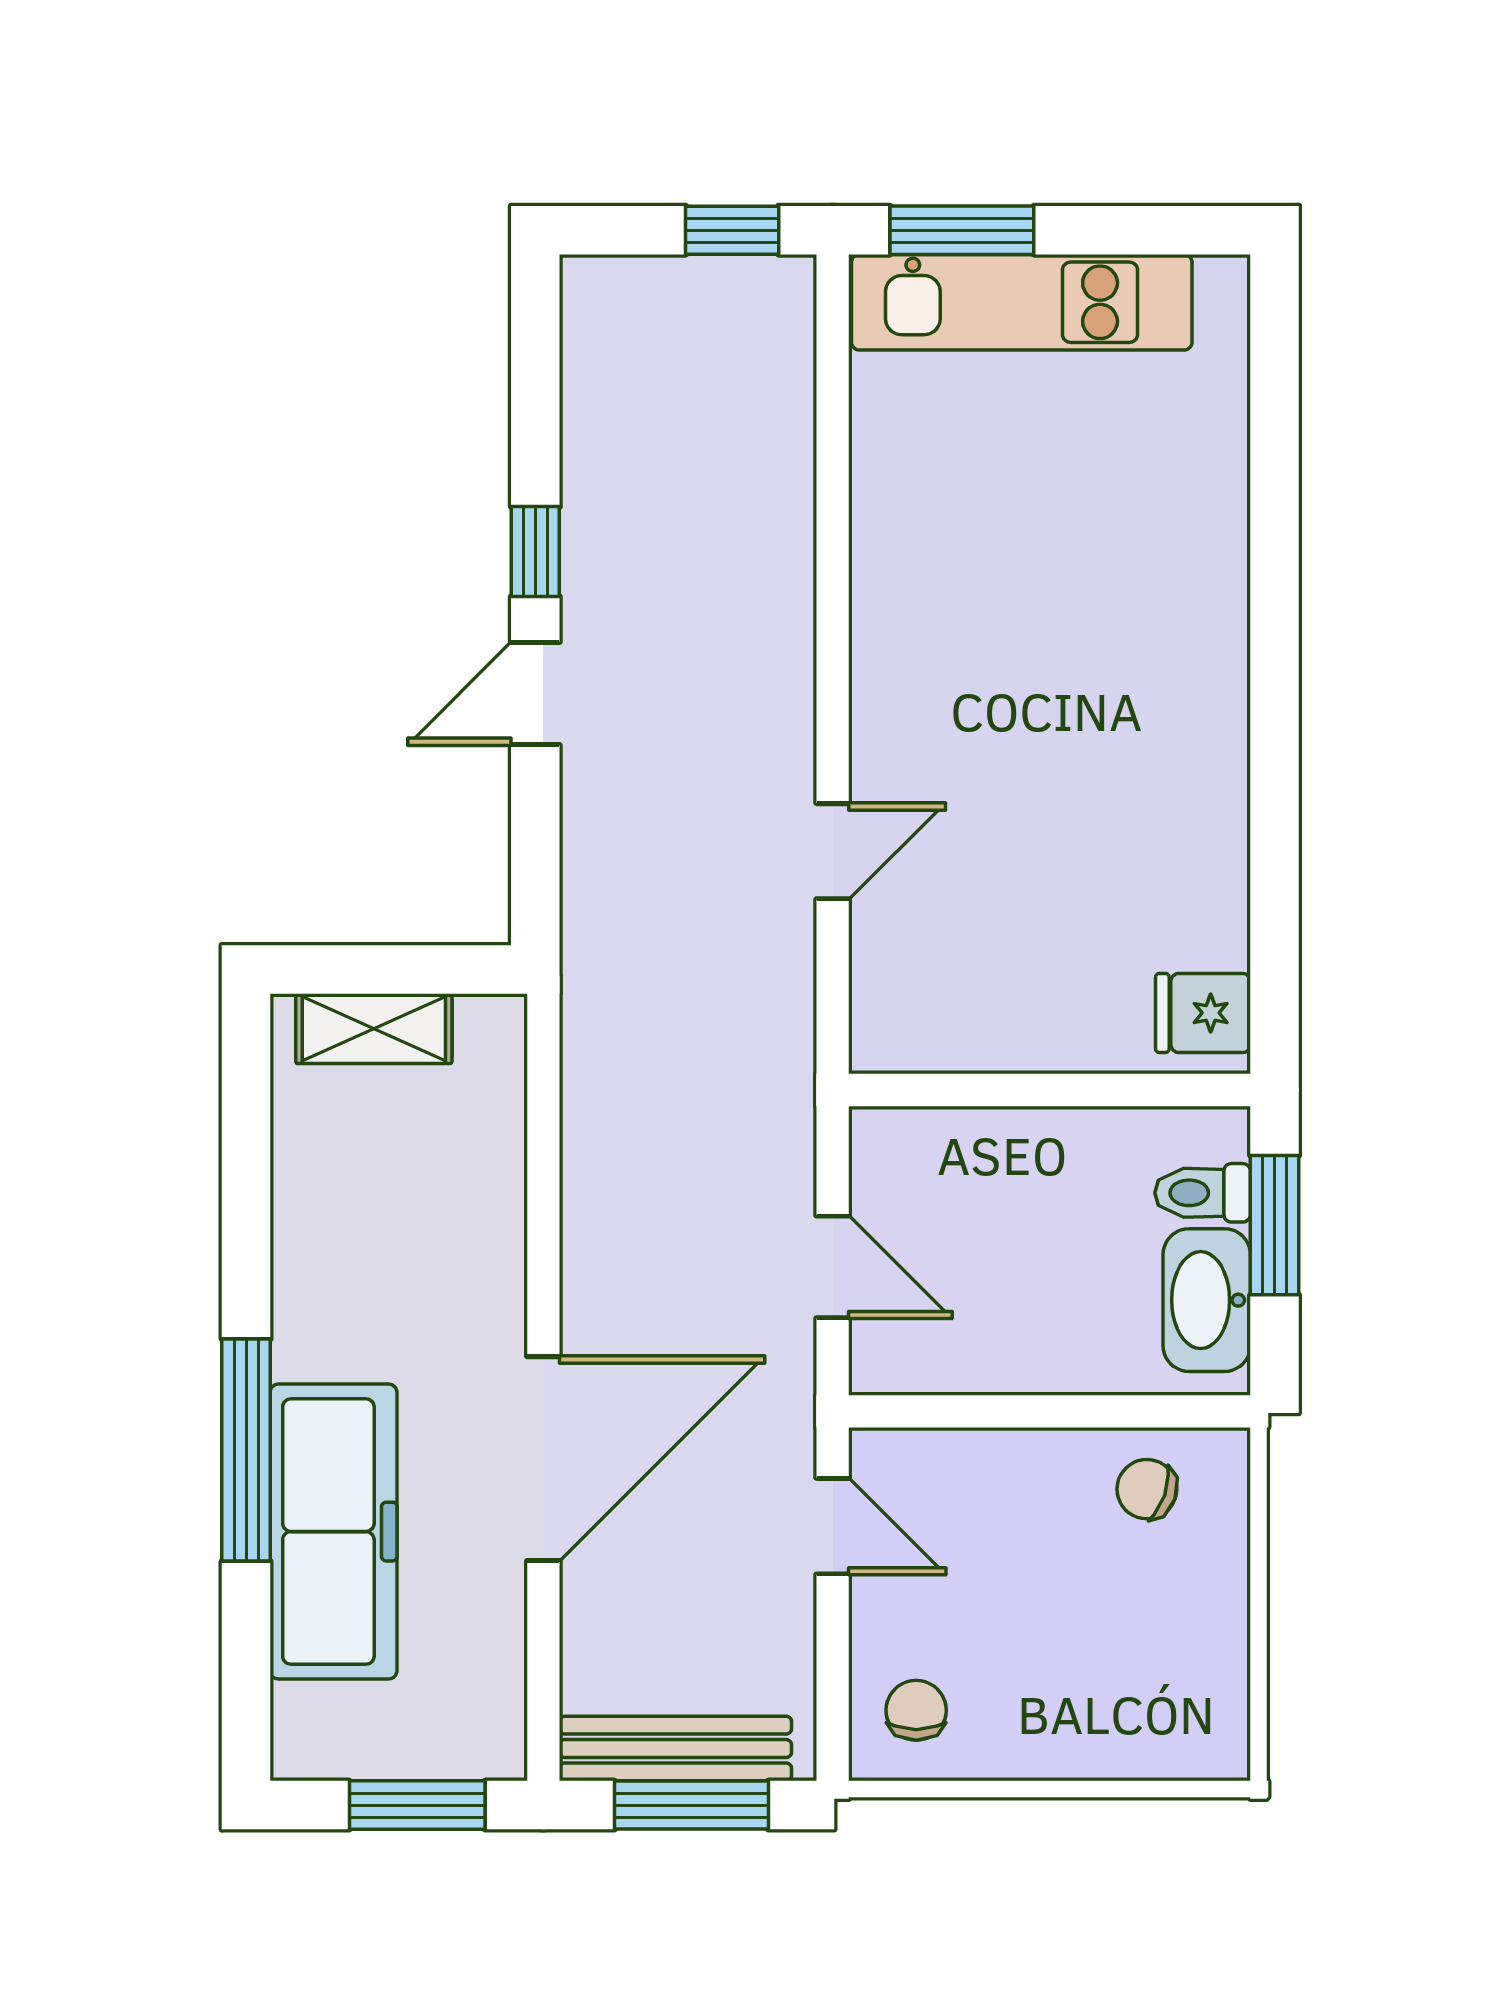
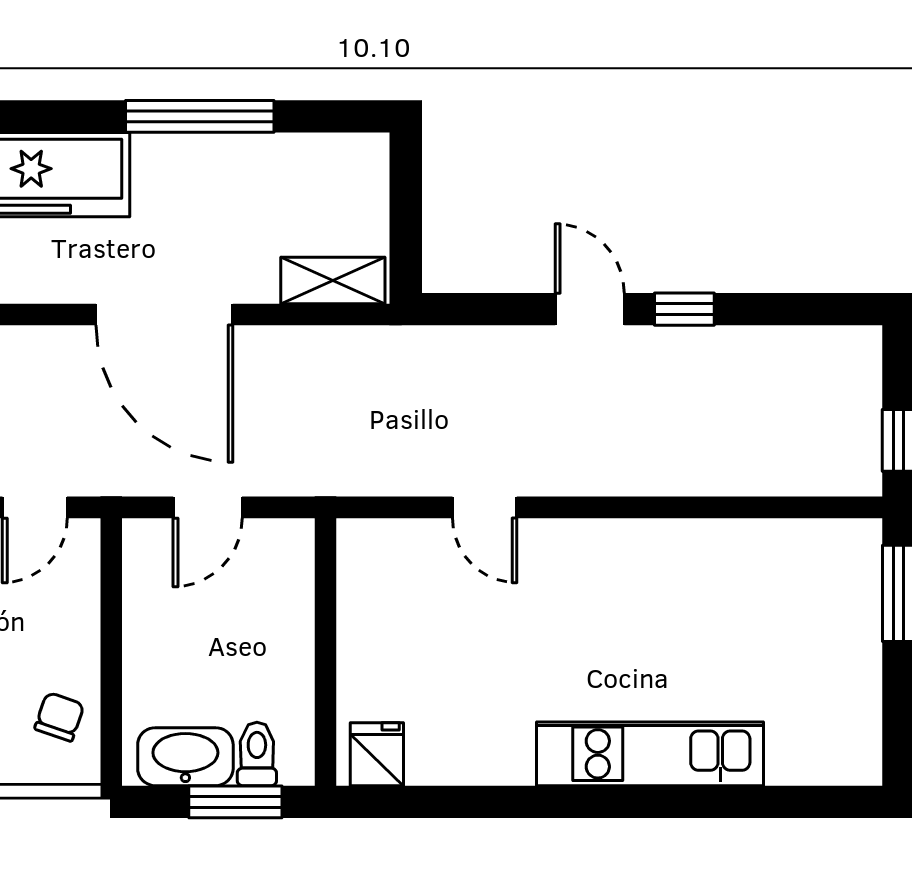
kitchen unit: (1022, 302) -> (650, 754), moved, turned 90
shelving: (374, 1029) -> (333, 280), moved, turned 90
window: (246, 1450) -> (200, 116), moved
door: (543, 1459) -> (164, 314), moved

